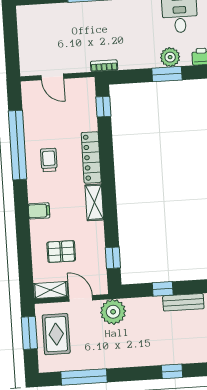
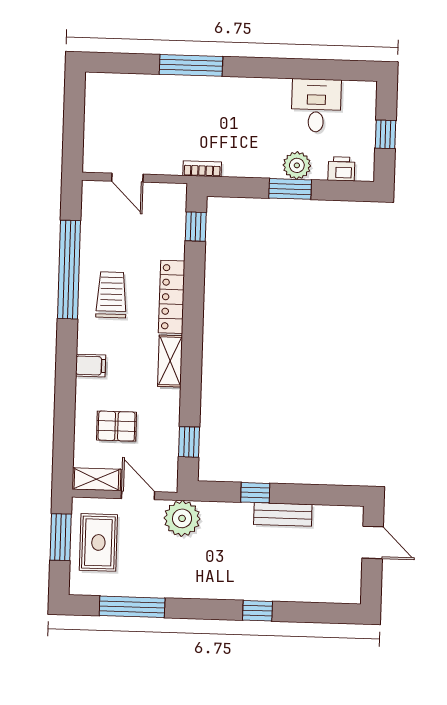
trolley: (49, 160) -> (111, 295), width x1.36, depth x1.39

